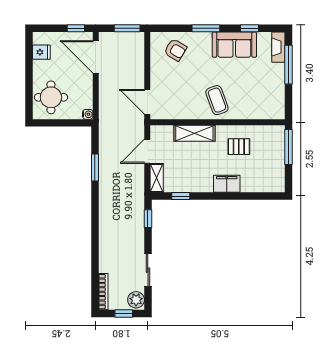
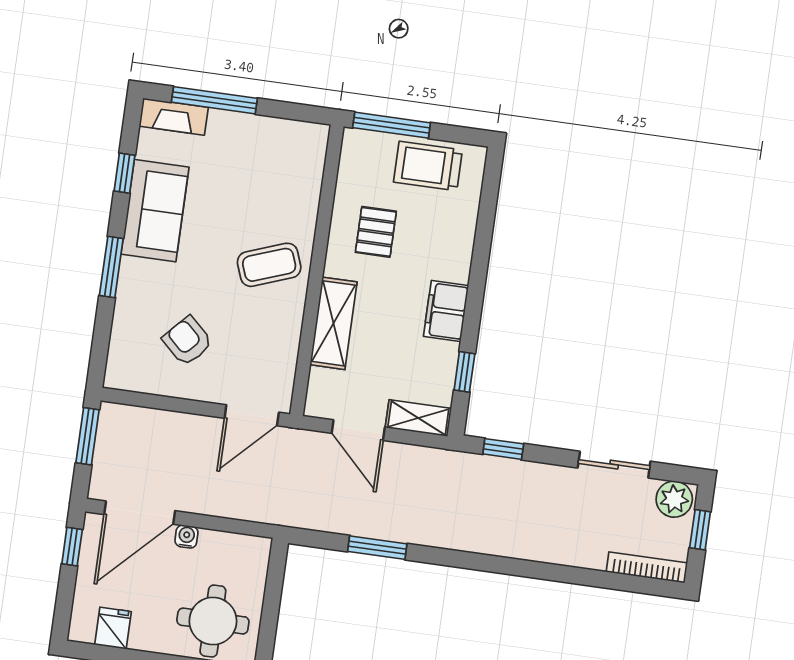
armchair: (175, 50) -> (187, 341), moved, turned -78
water cooler: (88, 114) -> (186, 537), moved
trolley: (272, 166) -> (428, 166), added
filing cabinet: (227, 184) -> (446, 311), moved

